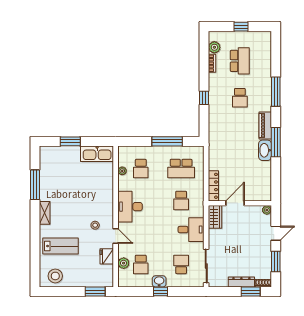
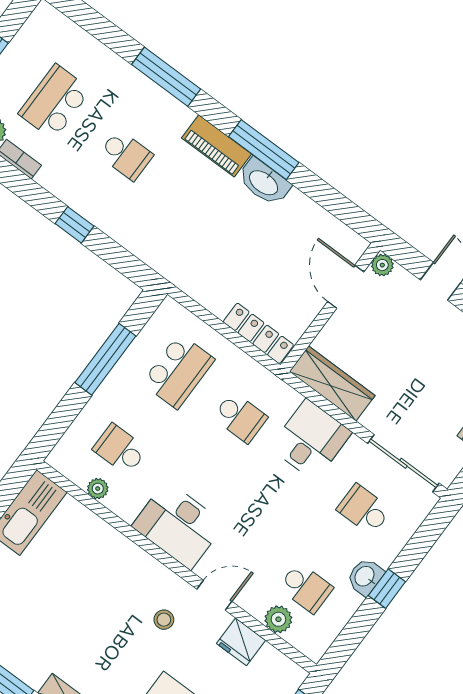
school desk: (240, 61) -> (55, 102), turned -90
school desk: (141, 169) -> (120, 449), turned 180
door: (235, 203) -> (346, 287), moved
wardrobe: (215, 217) -> (332, 383), width x1.50

